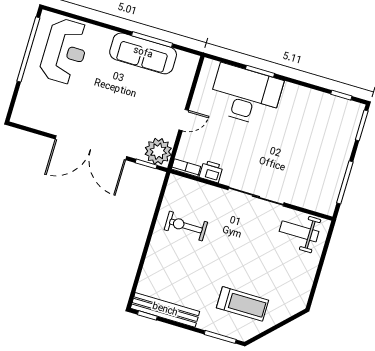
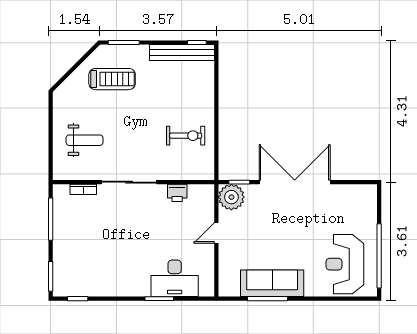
desk: (246, 95) -> (175, 278), width x0.73, depth x0.77
bookcase: (186, 168) -> (83, 189), moved
weight bench: (299, 231) -> (85, 140), moved
treadmill: (243, 304) -> (112, 79), turned 180

